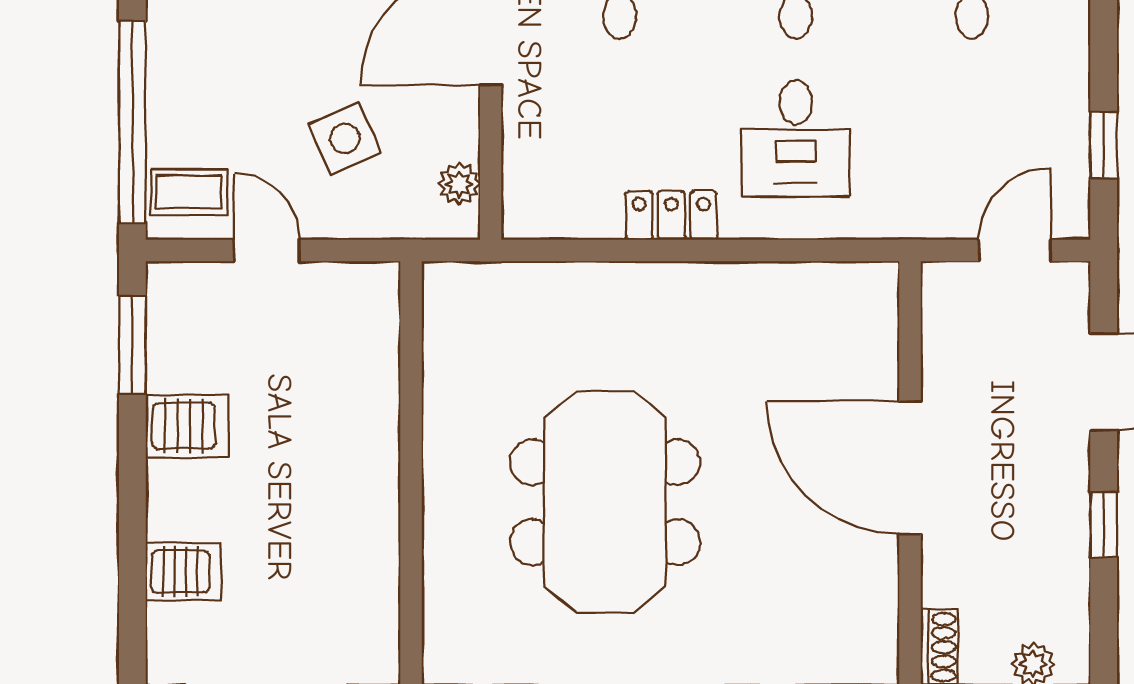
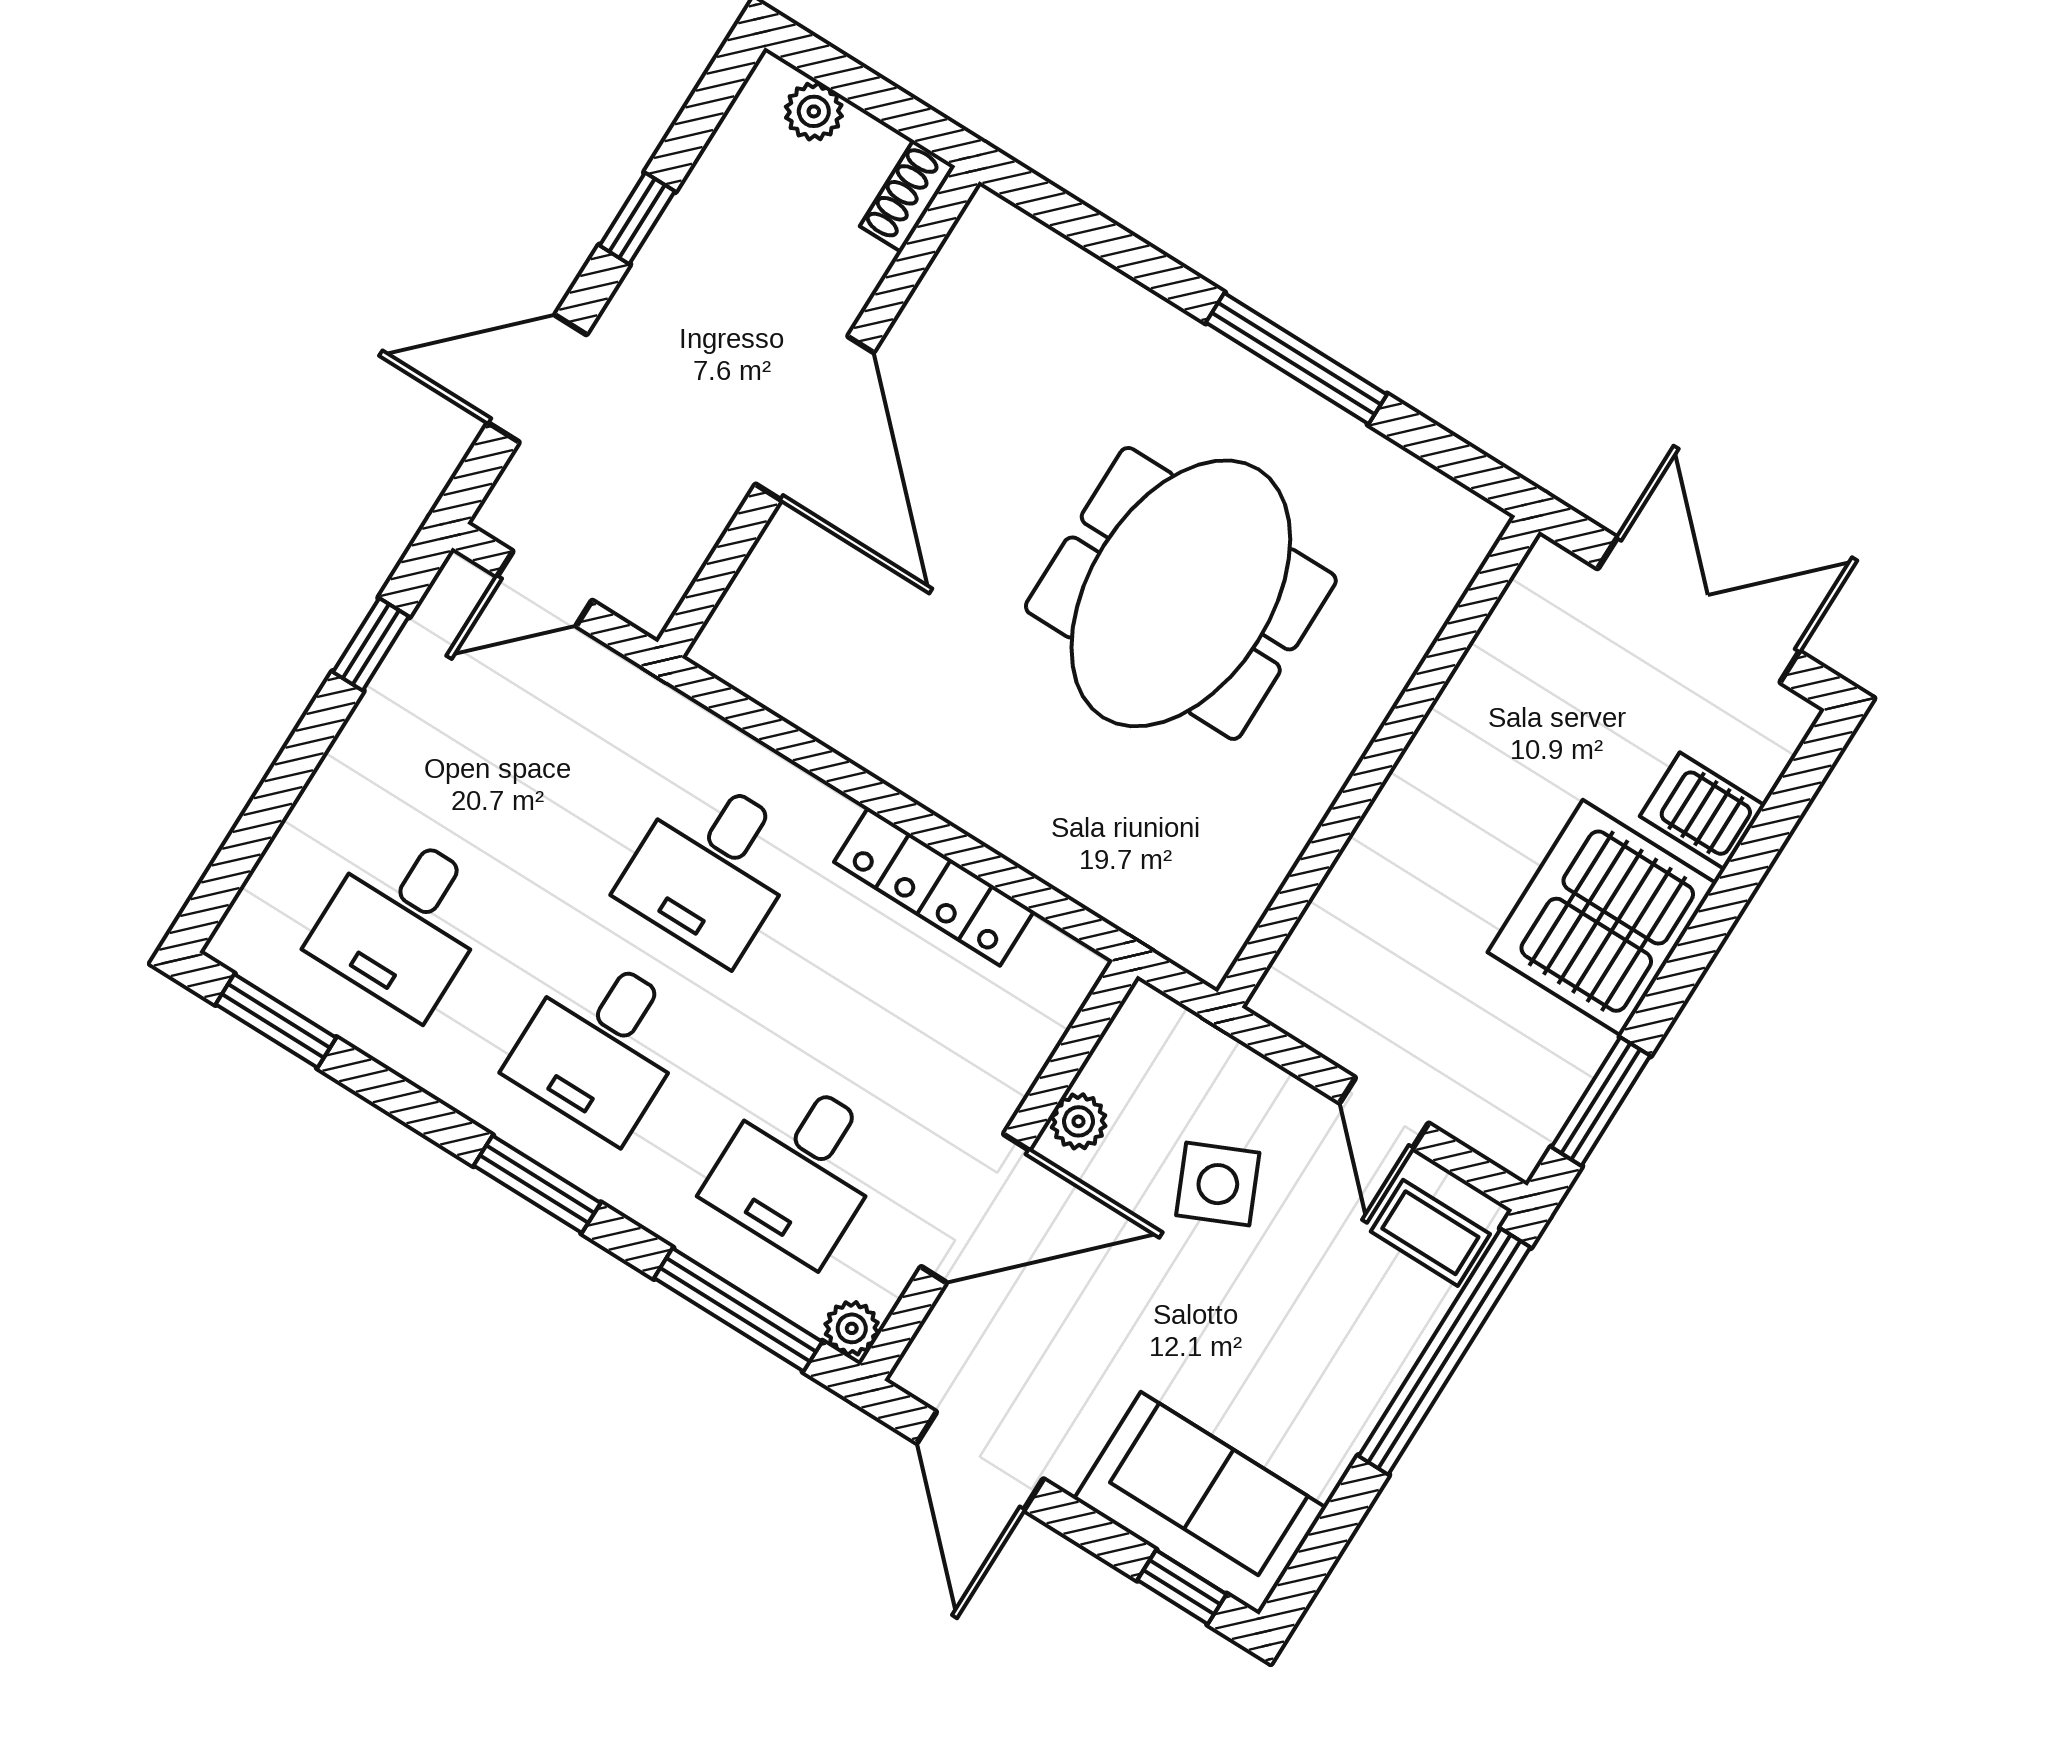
desk: (796, 139) -> (712, 868), turned 180
plant: (459, 184) -> (1078, 1121), moved
locker: (671, 215) -> (934, 887), width x1.53
server rack: (187, 426) -> (1602, 918), width x2.18, depth x1.44

